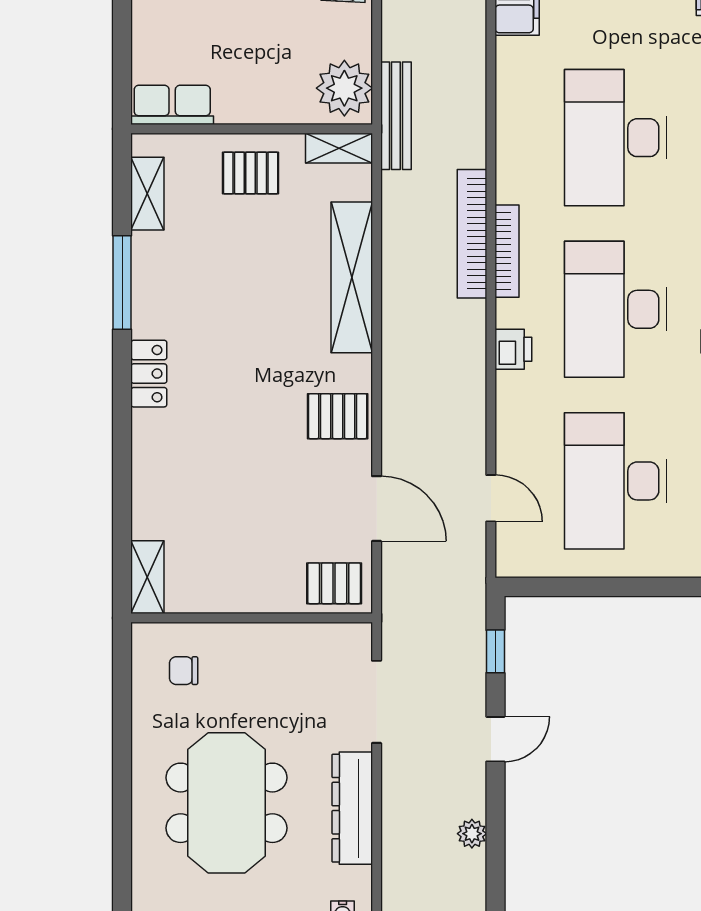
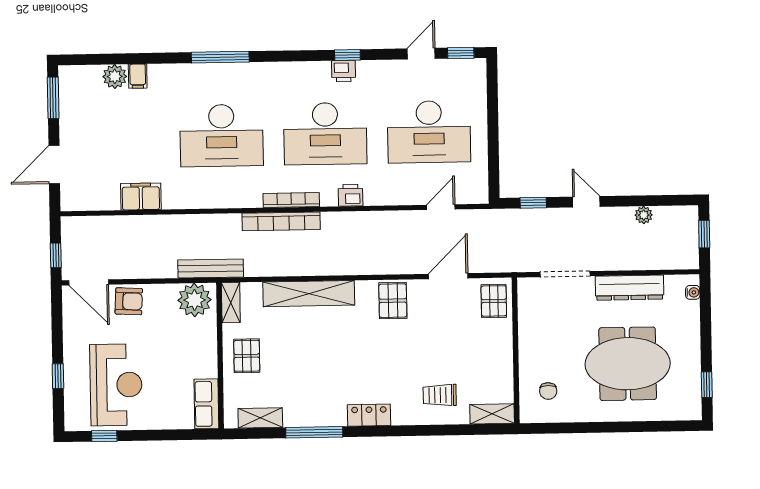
trolley: (180, 491) -> (440, 395), added

